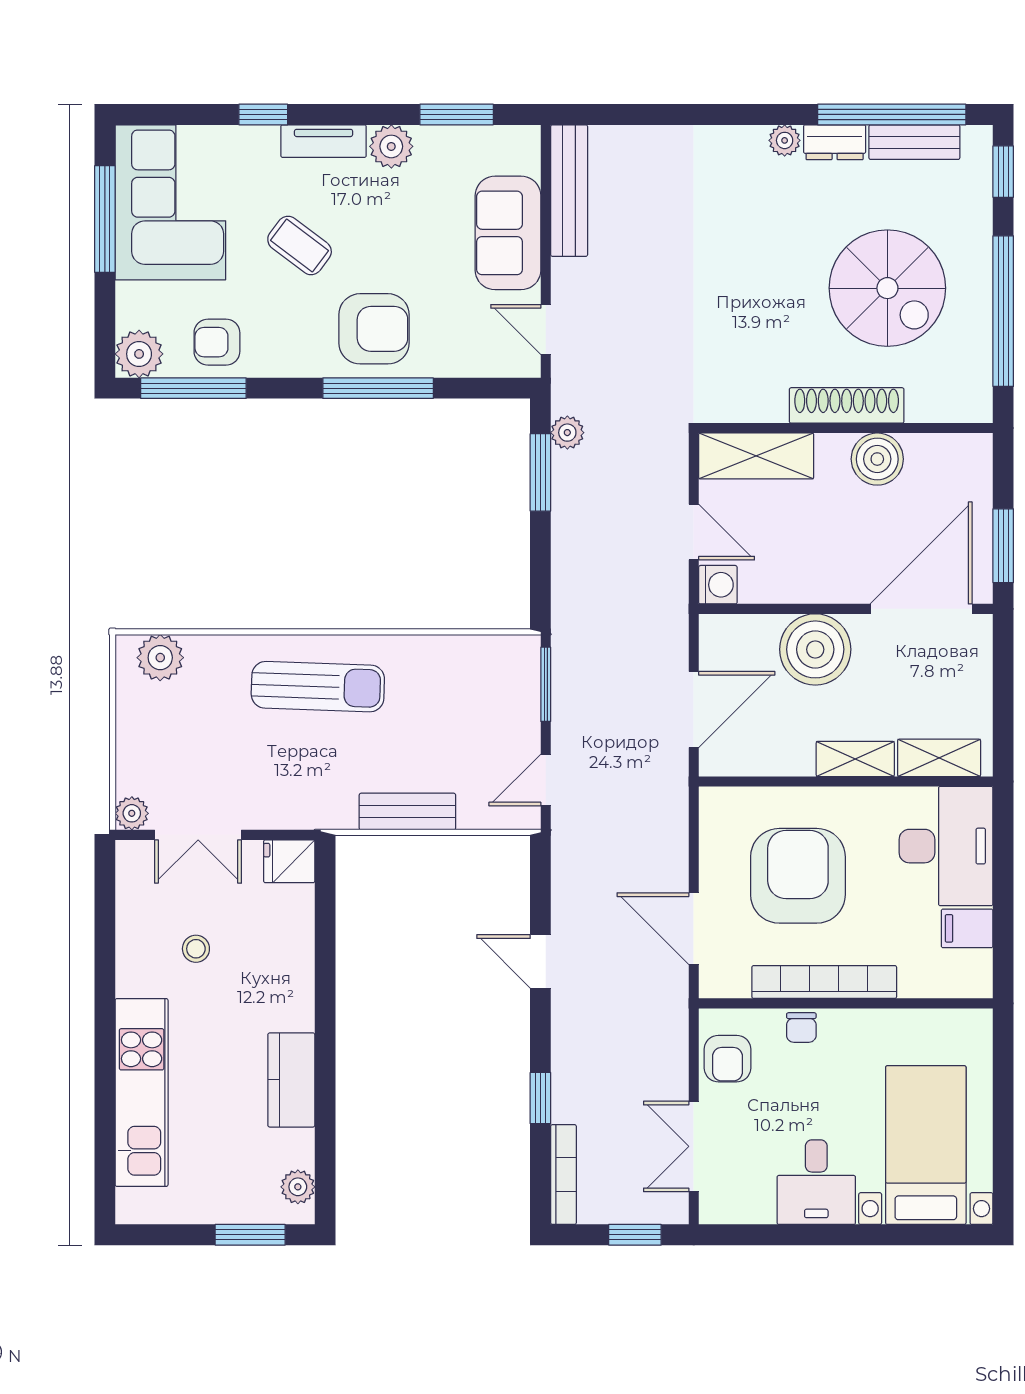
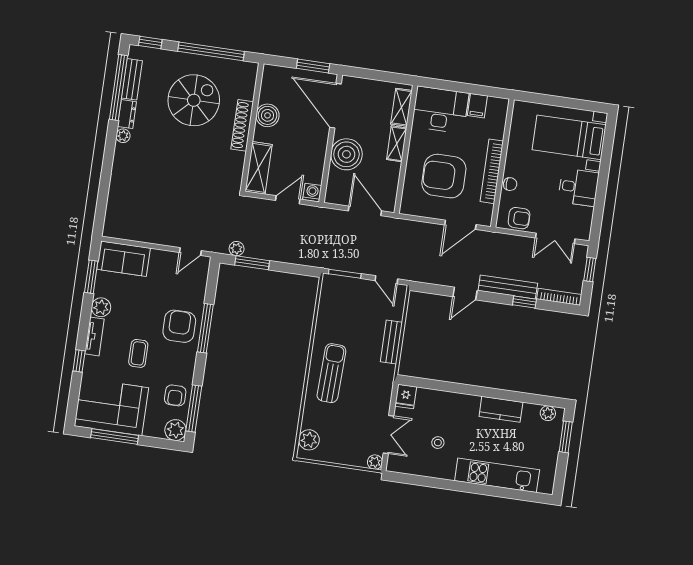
bench: (569, 191) -> (508, 287), moved
sofa: (508, 233) -> (124, 259), moved
coffee table: (300, 245) -> (138, 353), turned -37

